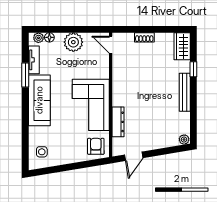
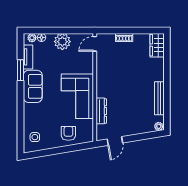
door: (111, 45) -> (95, 44), hinge flipped
window: (193, 69) -> (167, 65), removed
bench: (185, 92) -> (159, 98), moved
sofa: (39, 100) -> (33, 86), width x0.73
armchair: (96, 146) -> (68, 133), moved

